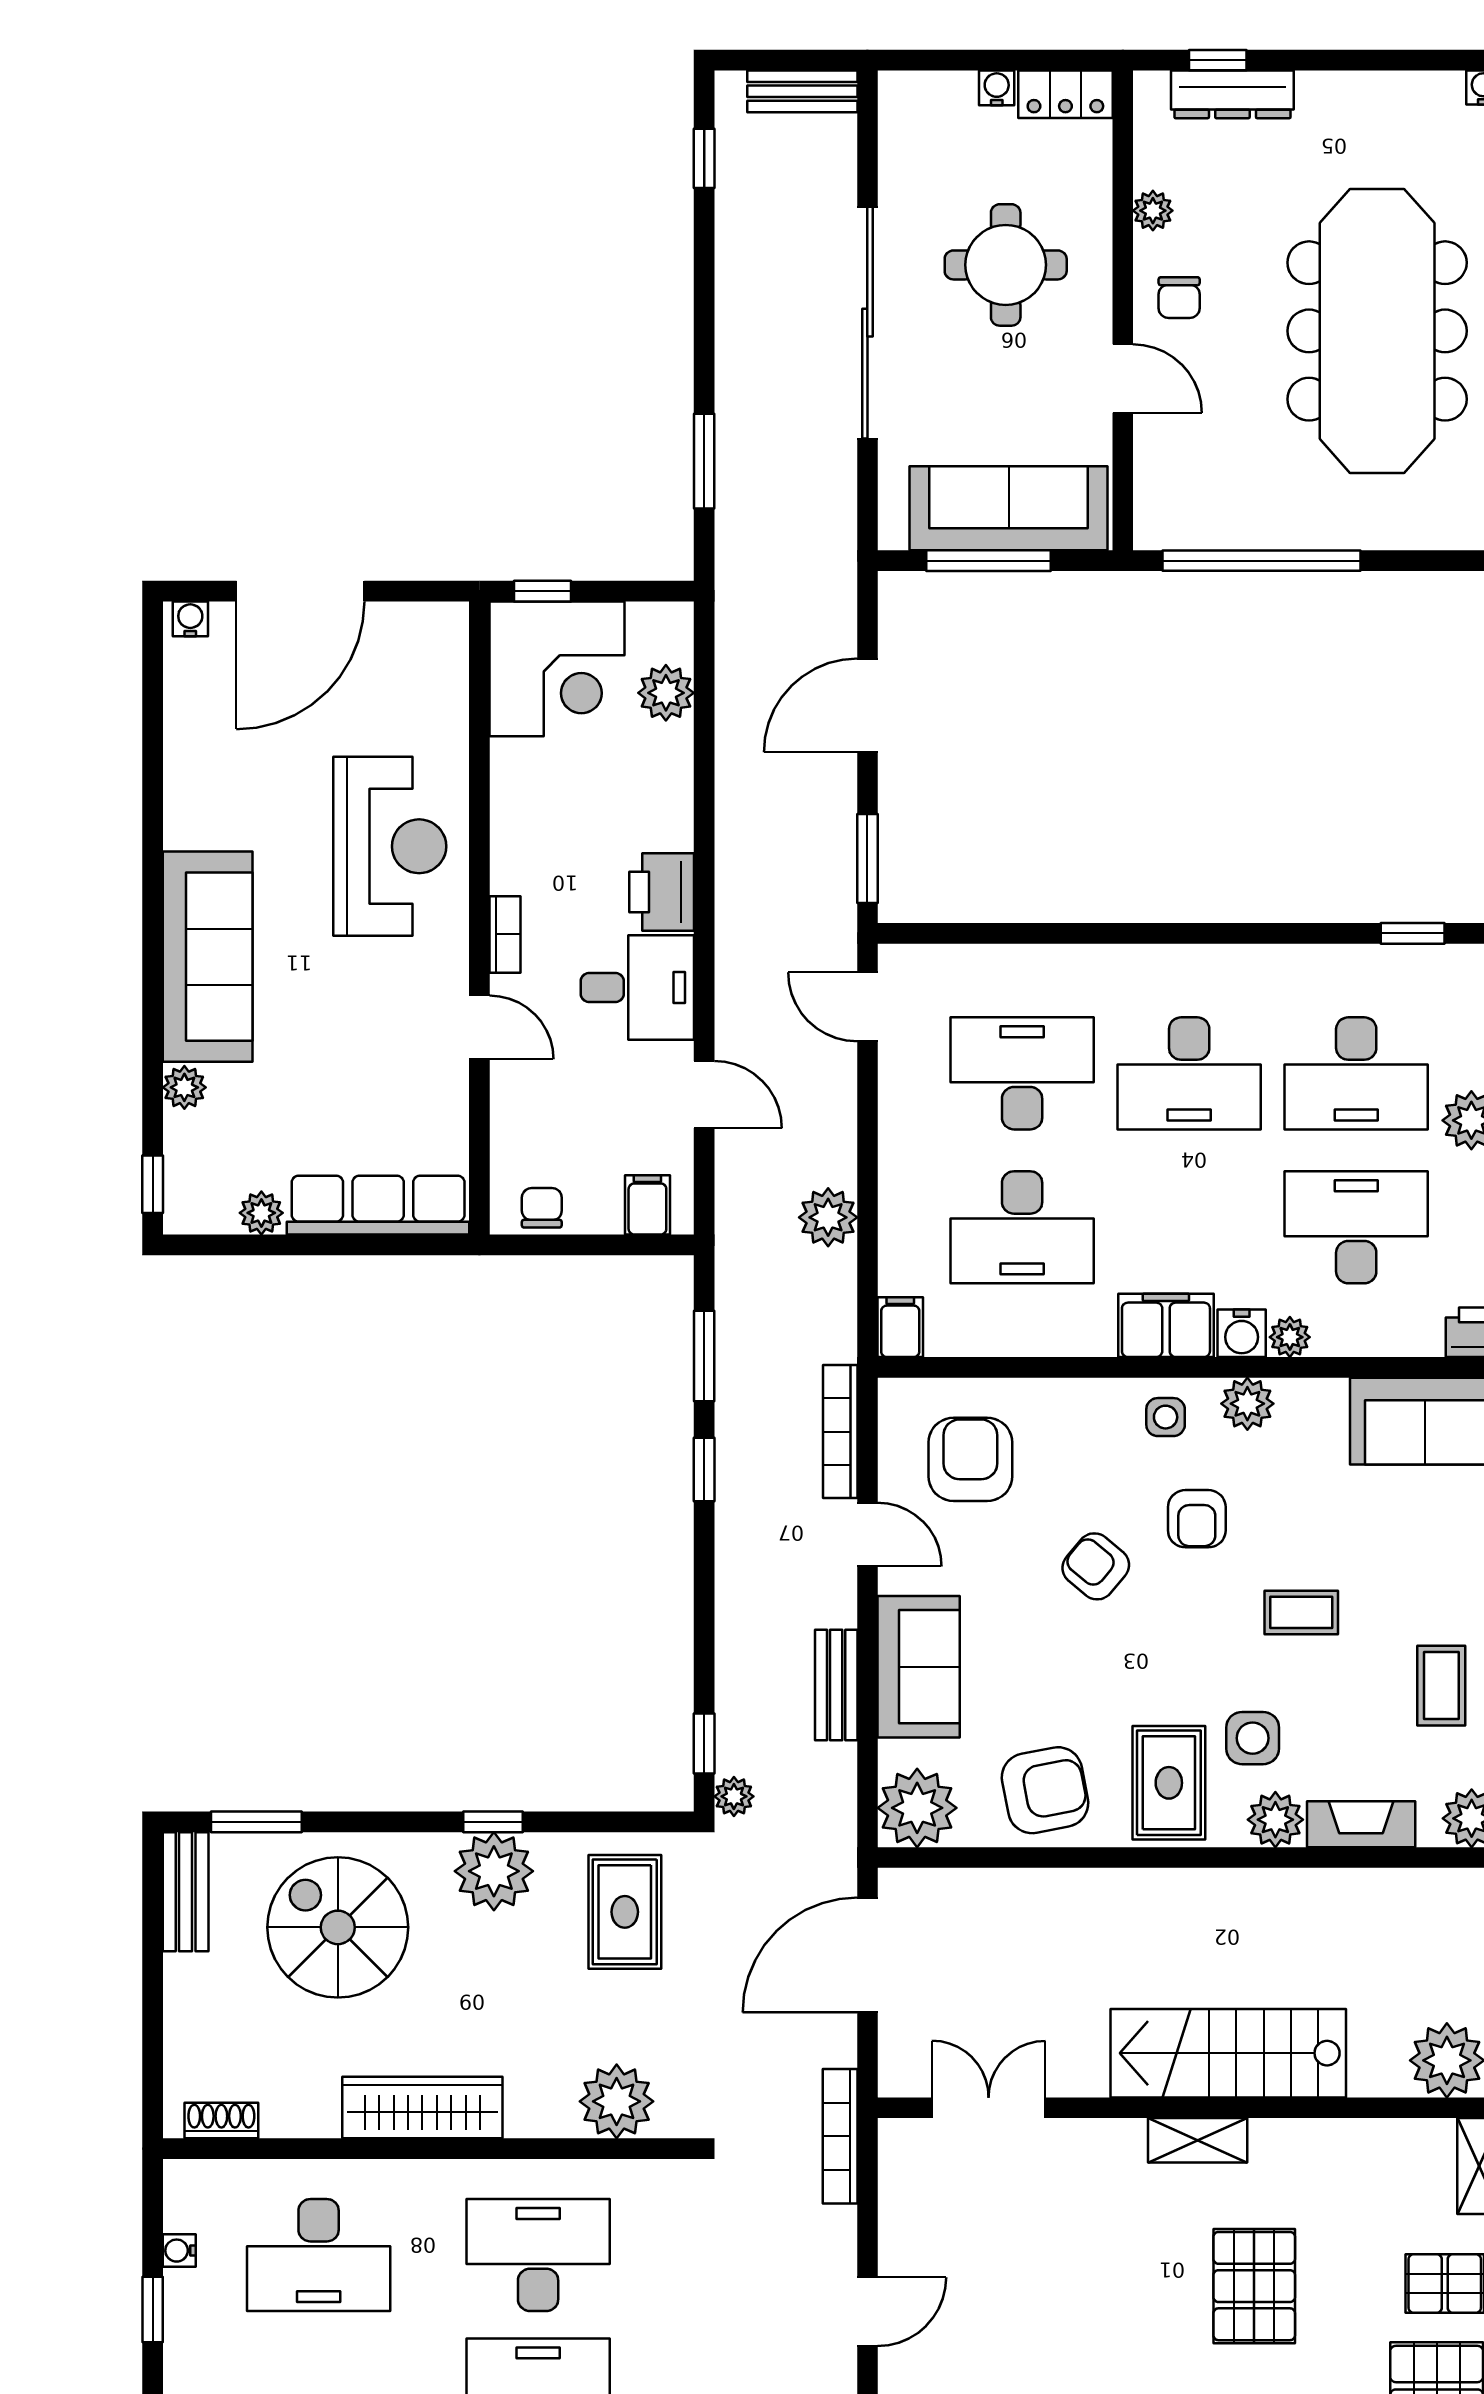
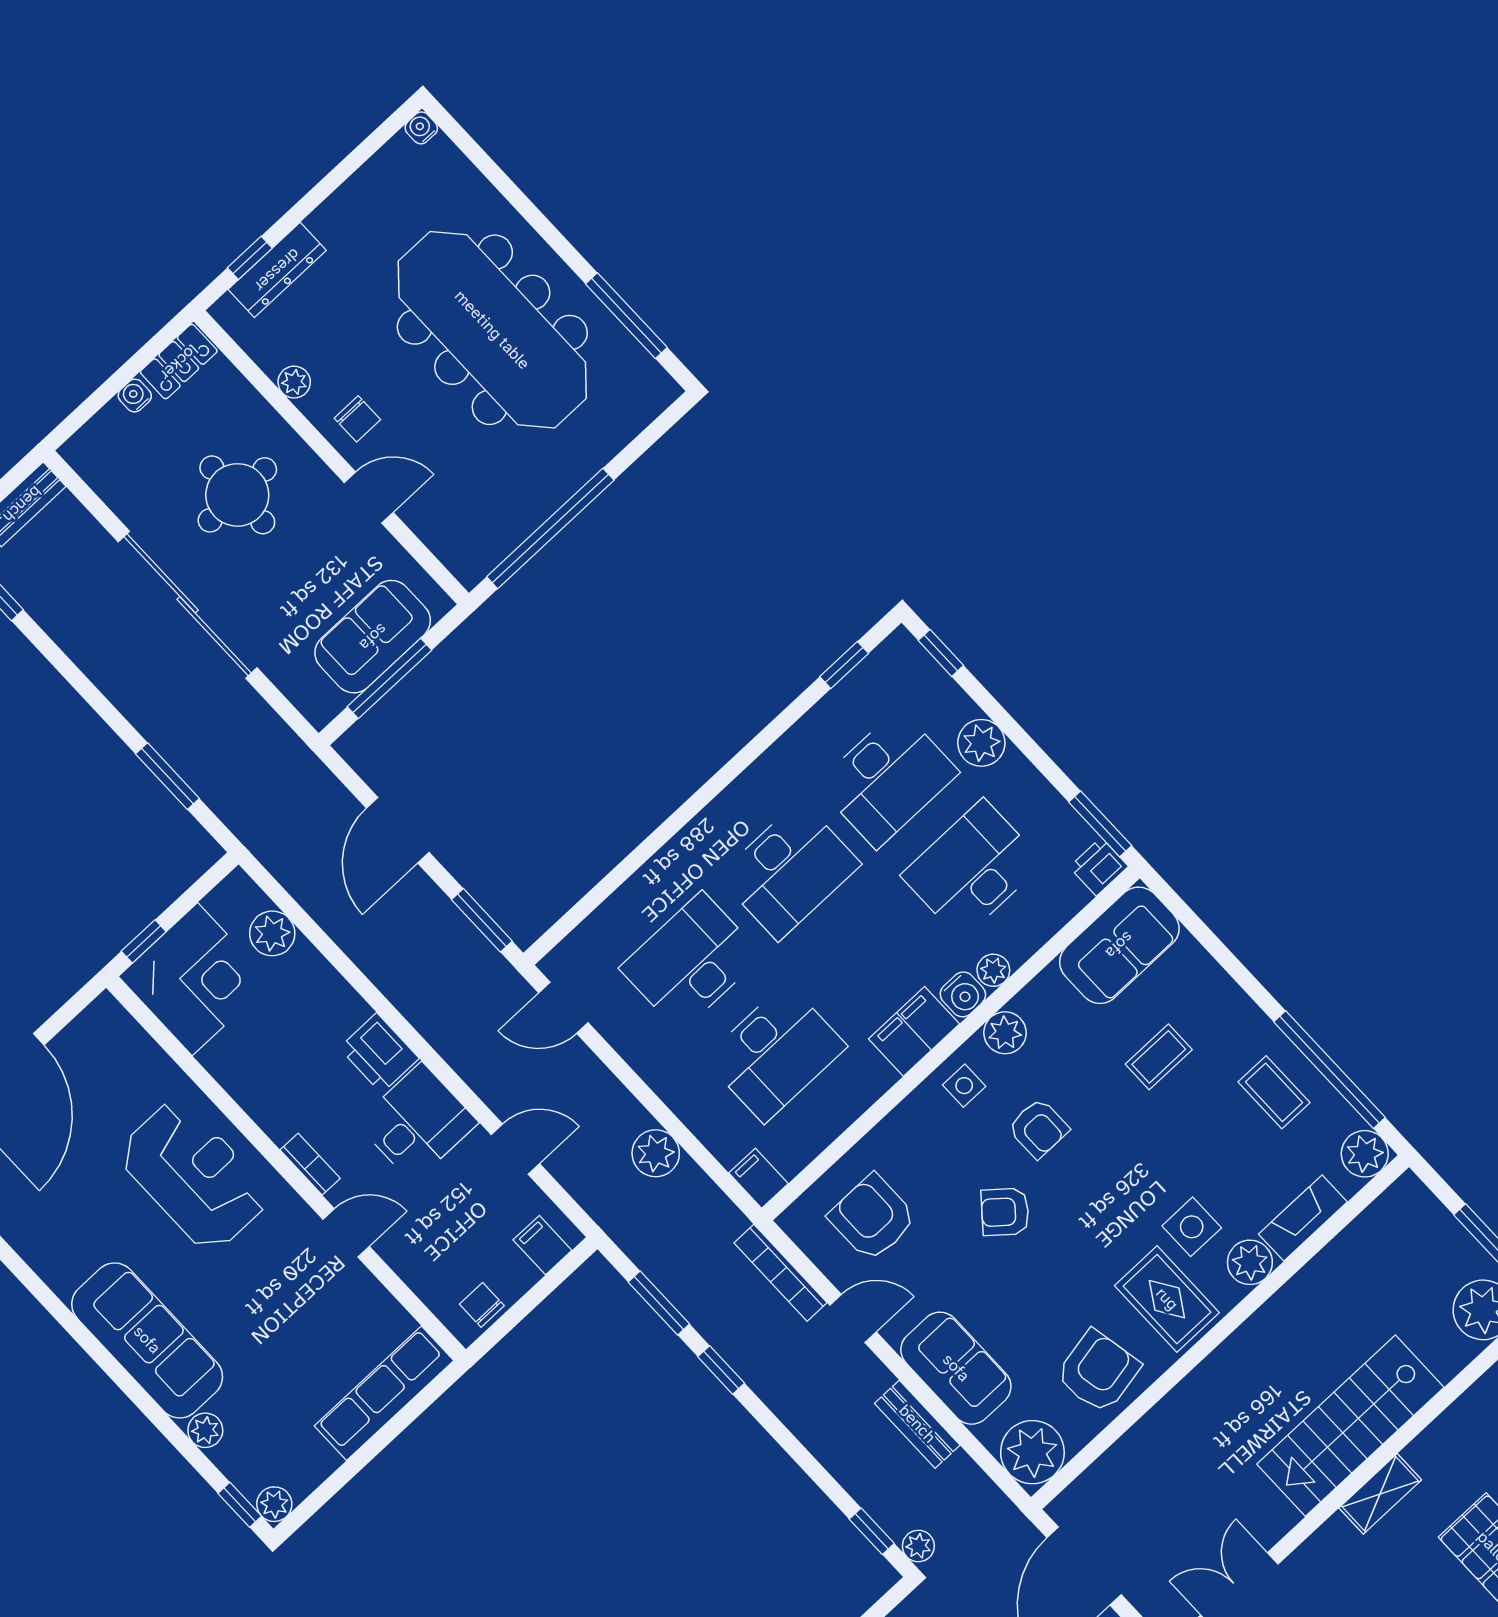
sofa: (1009, 508) -> (373, 637), width x0.73
plant: (261, 1213) -> (274, 1504), moved
coffee table: (1301, 1612) -> (1159, 1057), moved

